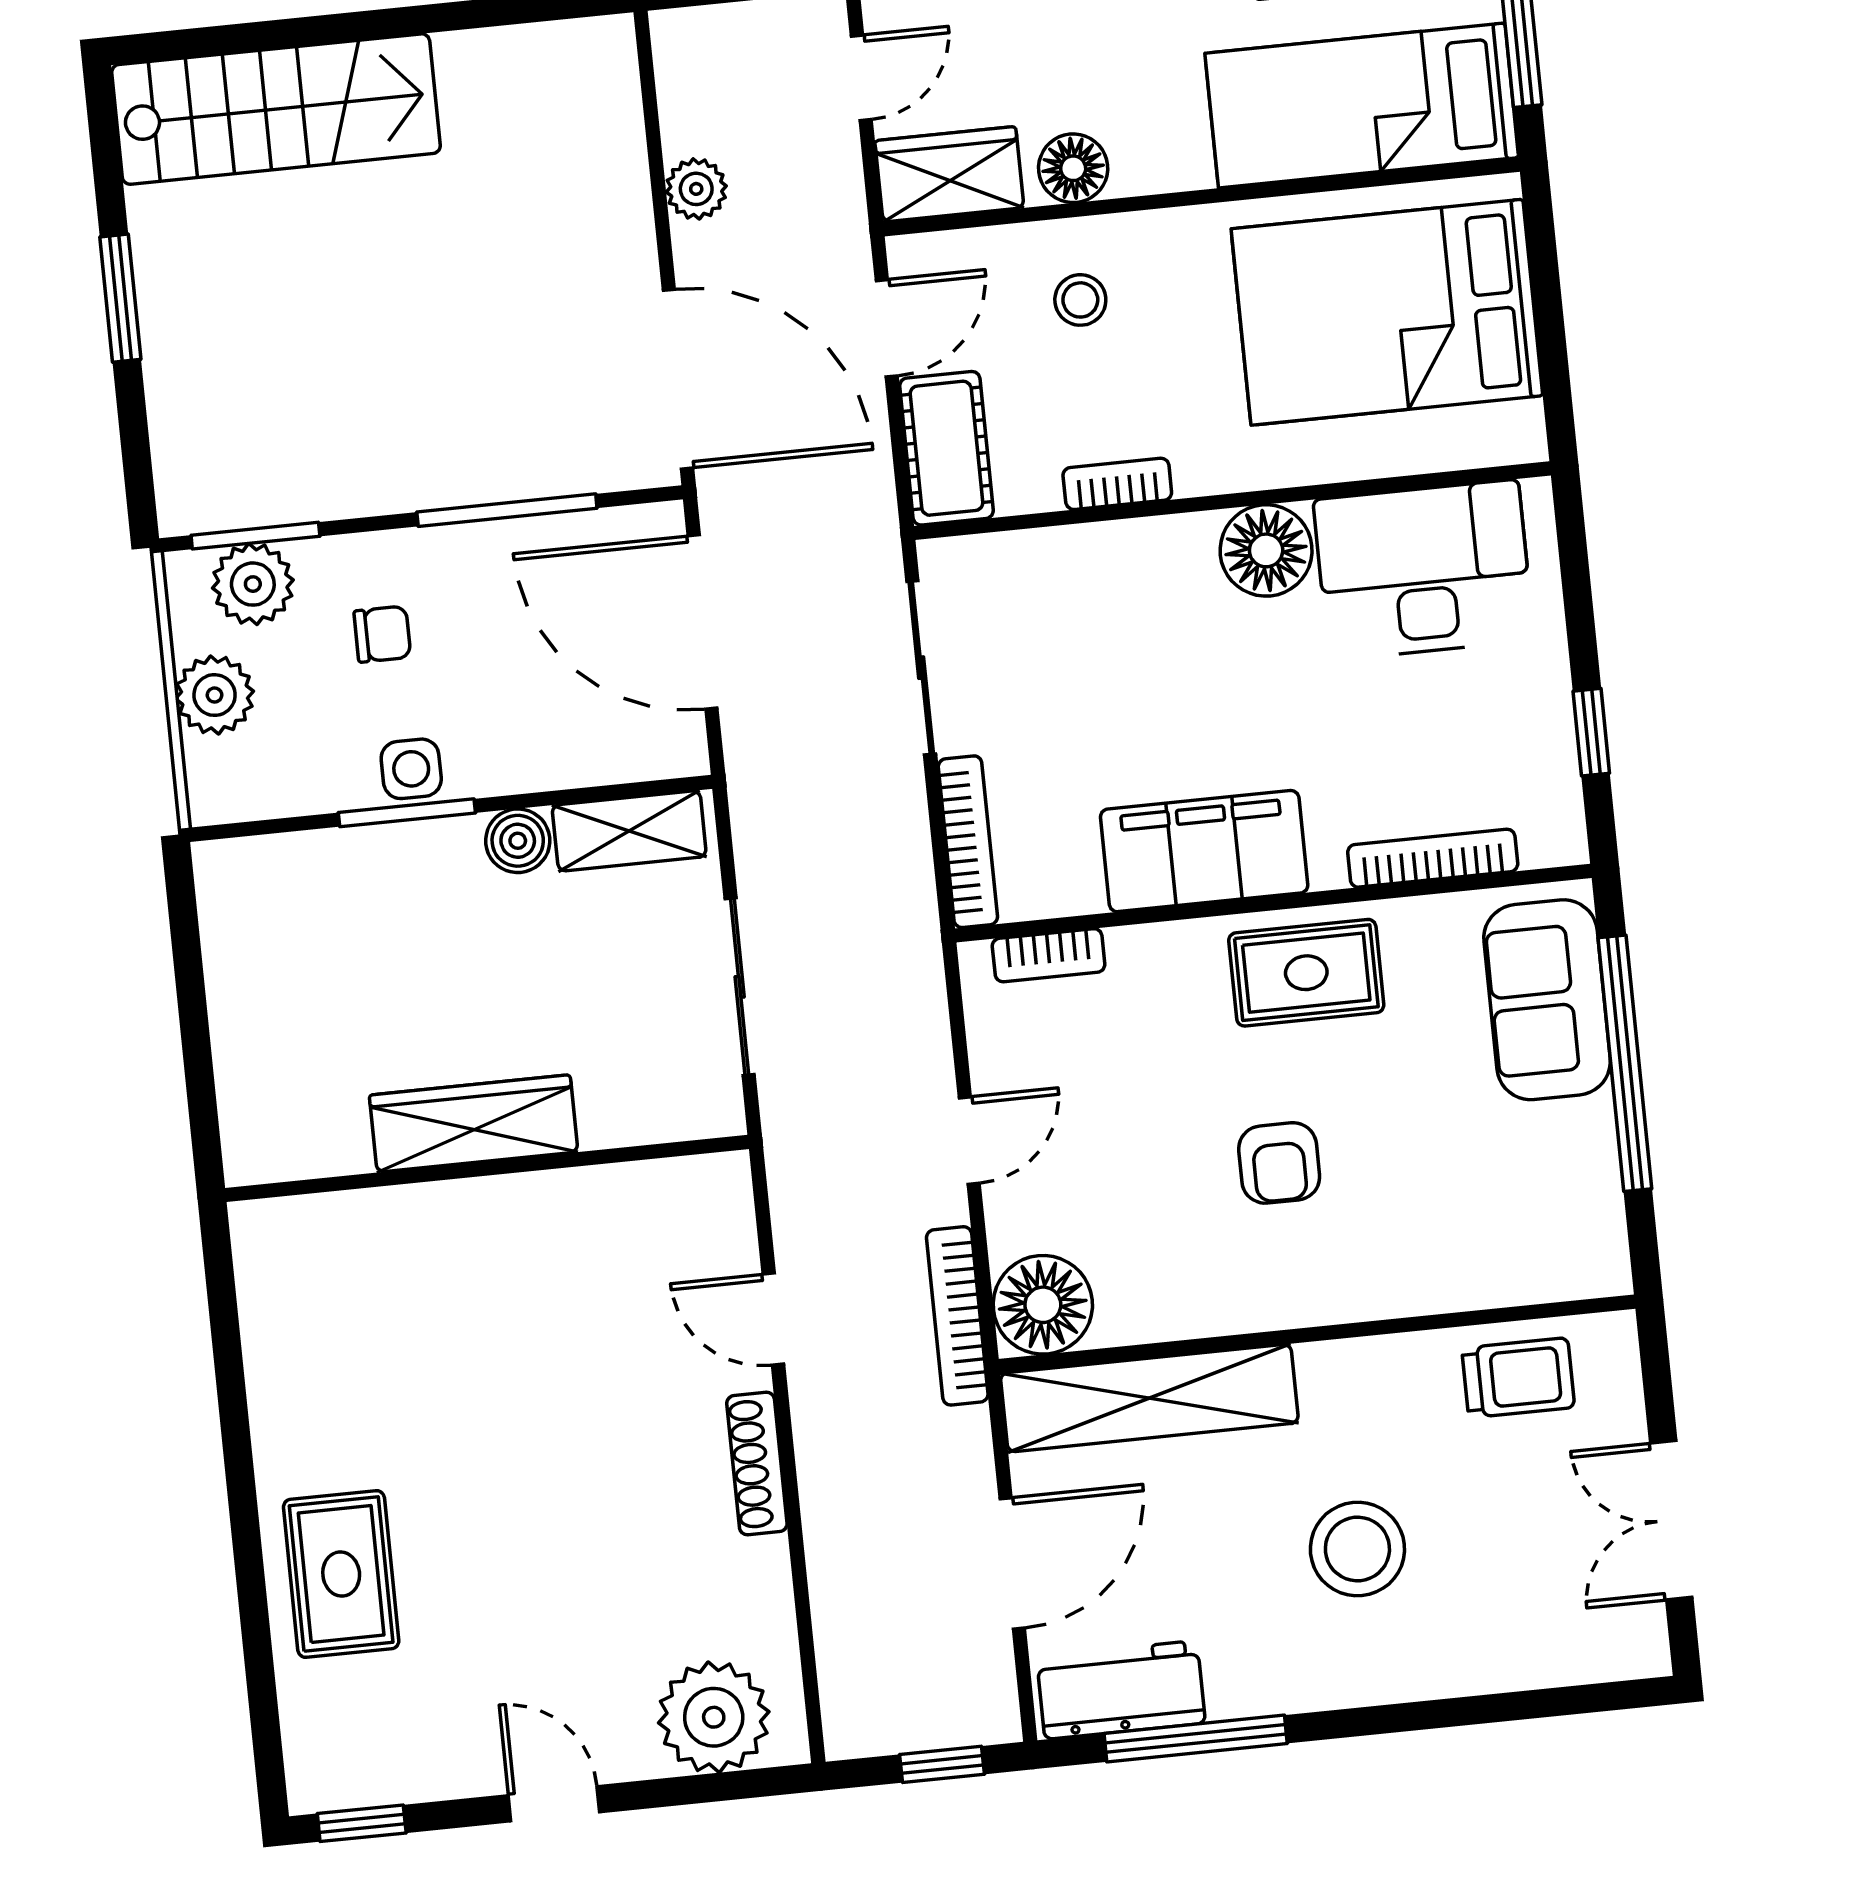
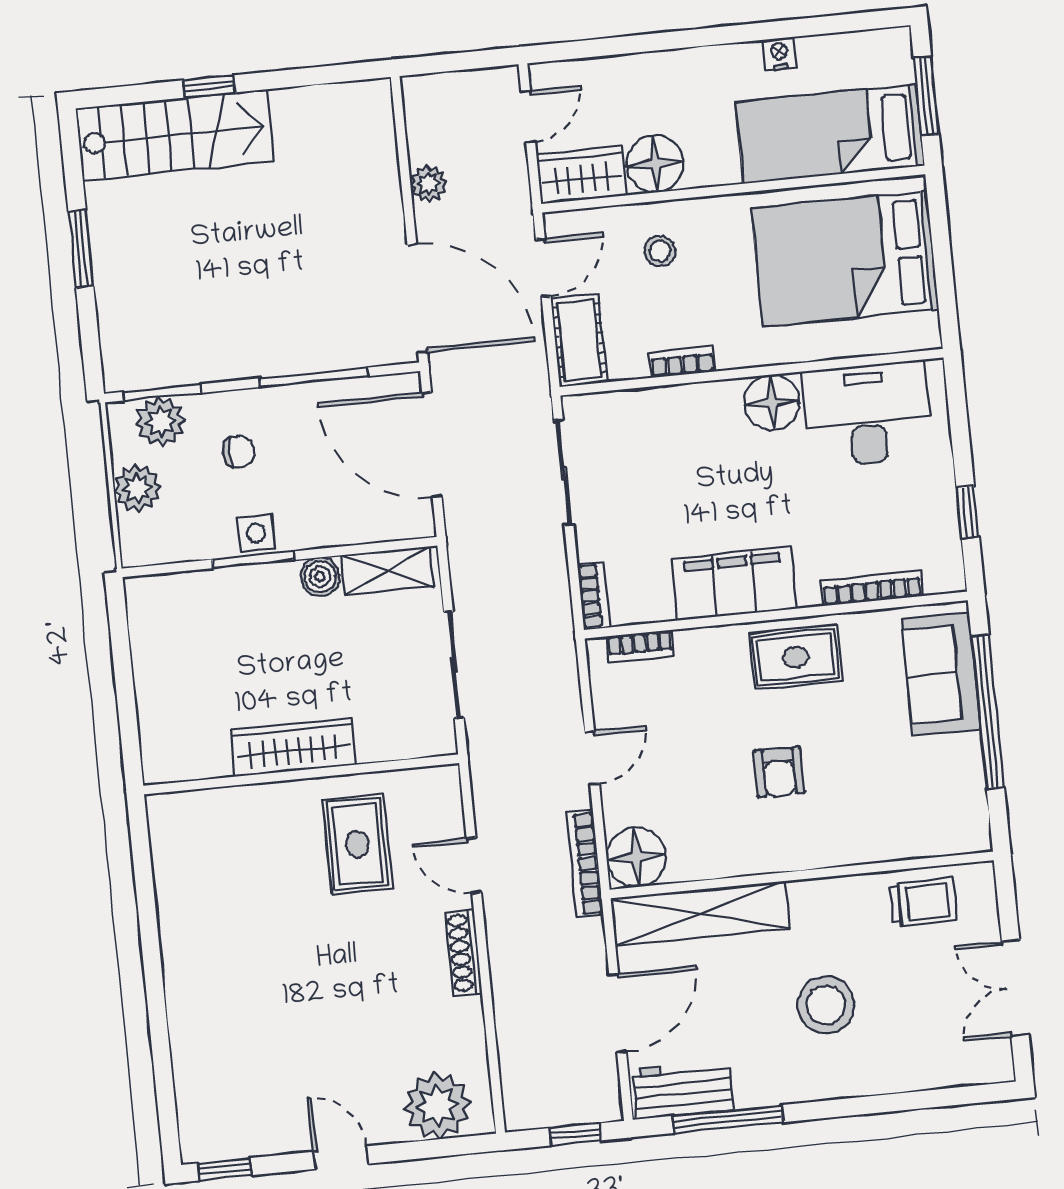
window: (332, 29) -> (209, 86), added
floor lamp: (1073, 168) -> (655, 164), width x1.38, depth x1.38
bookcase: (968, 842) -> (593, 596), width x0.64
rug: (341, 1574) -> (357, 844), moved

